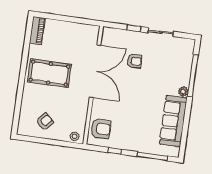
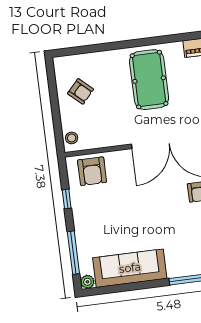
plant: (183, 92) -> (87, 282), moved

